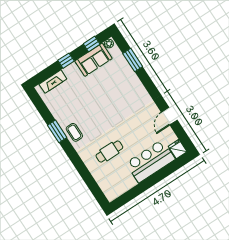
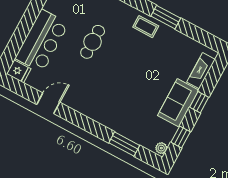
sofa: (93, 60) -> (178, 103), moved
door: (169, 116) -> (48, 103), hinge flipped
cafe table: (109, 152) -> (93, 42), moved

